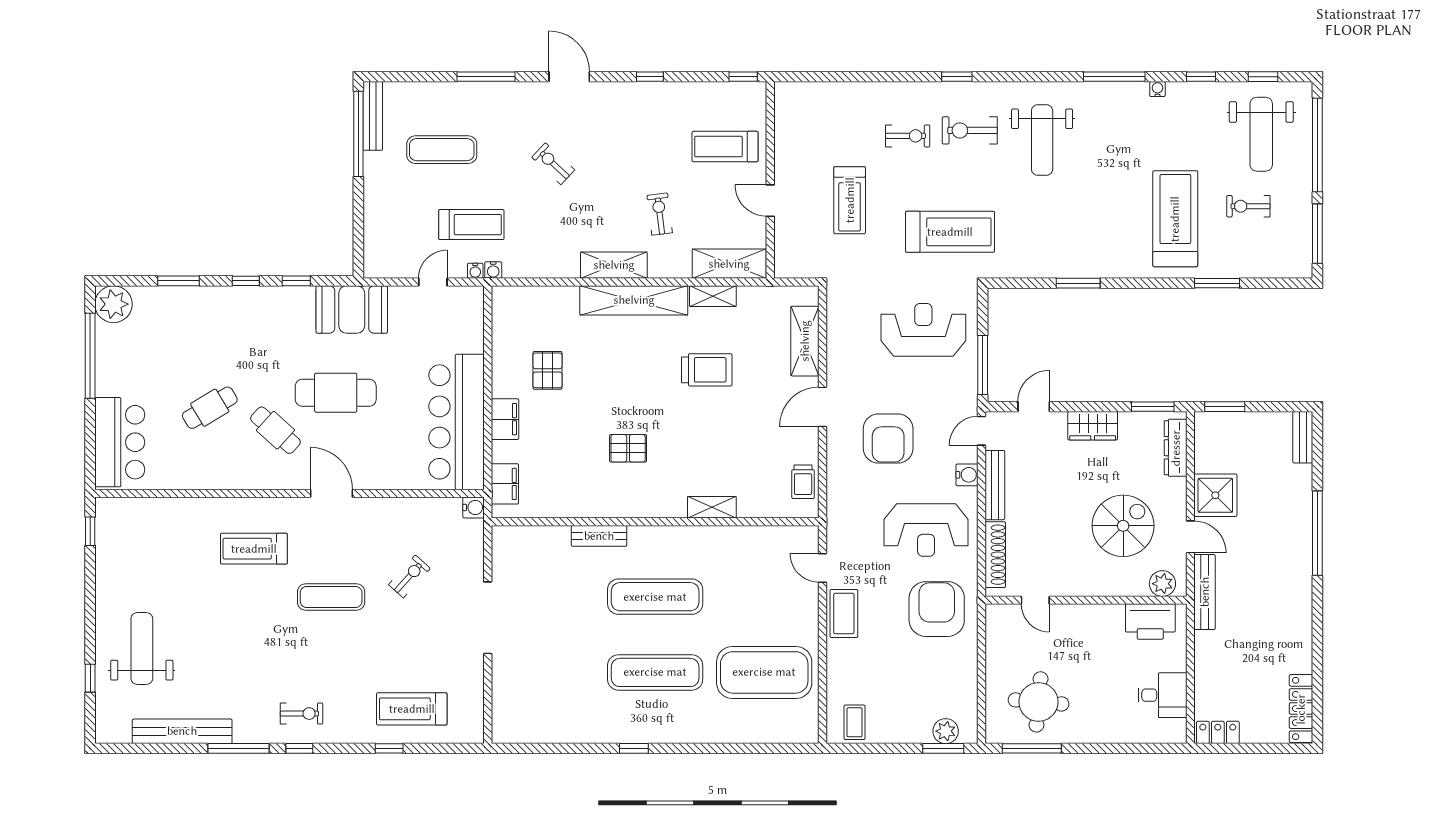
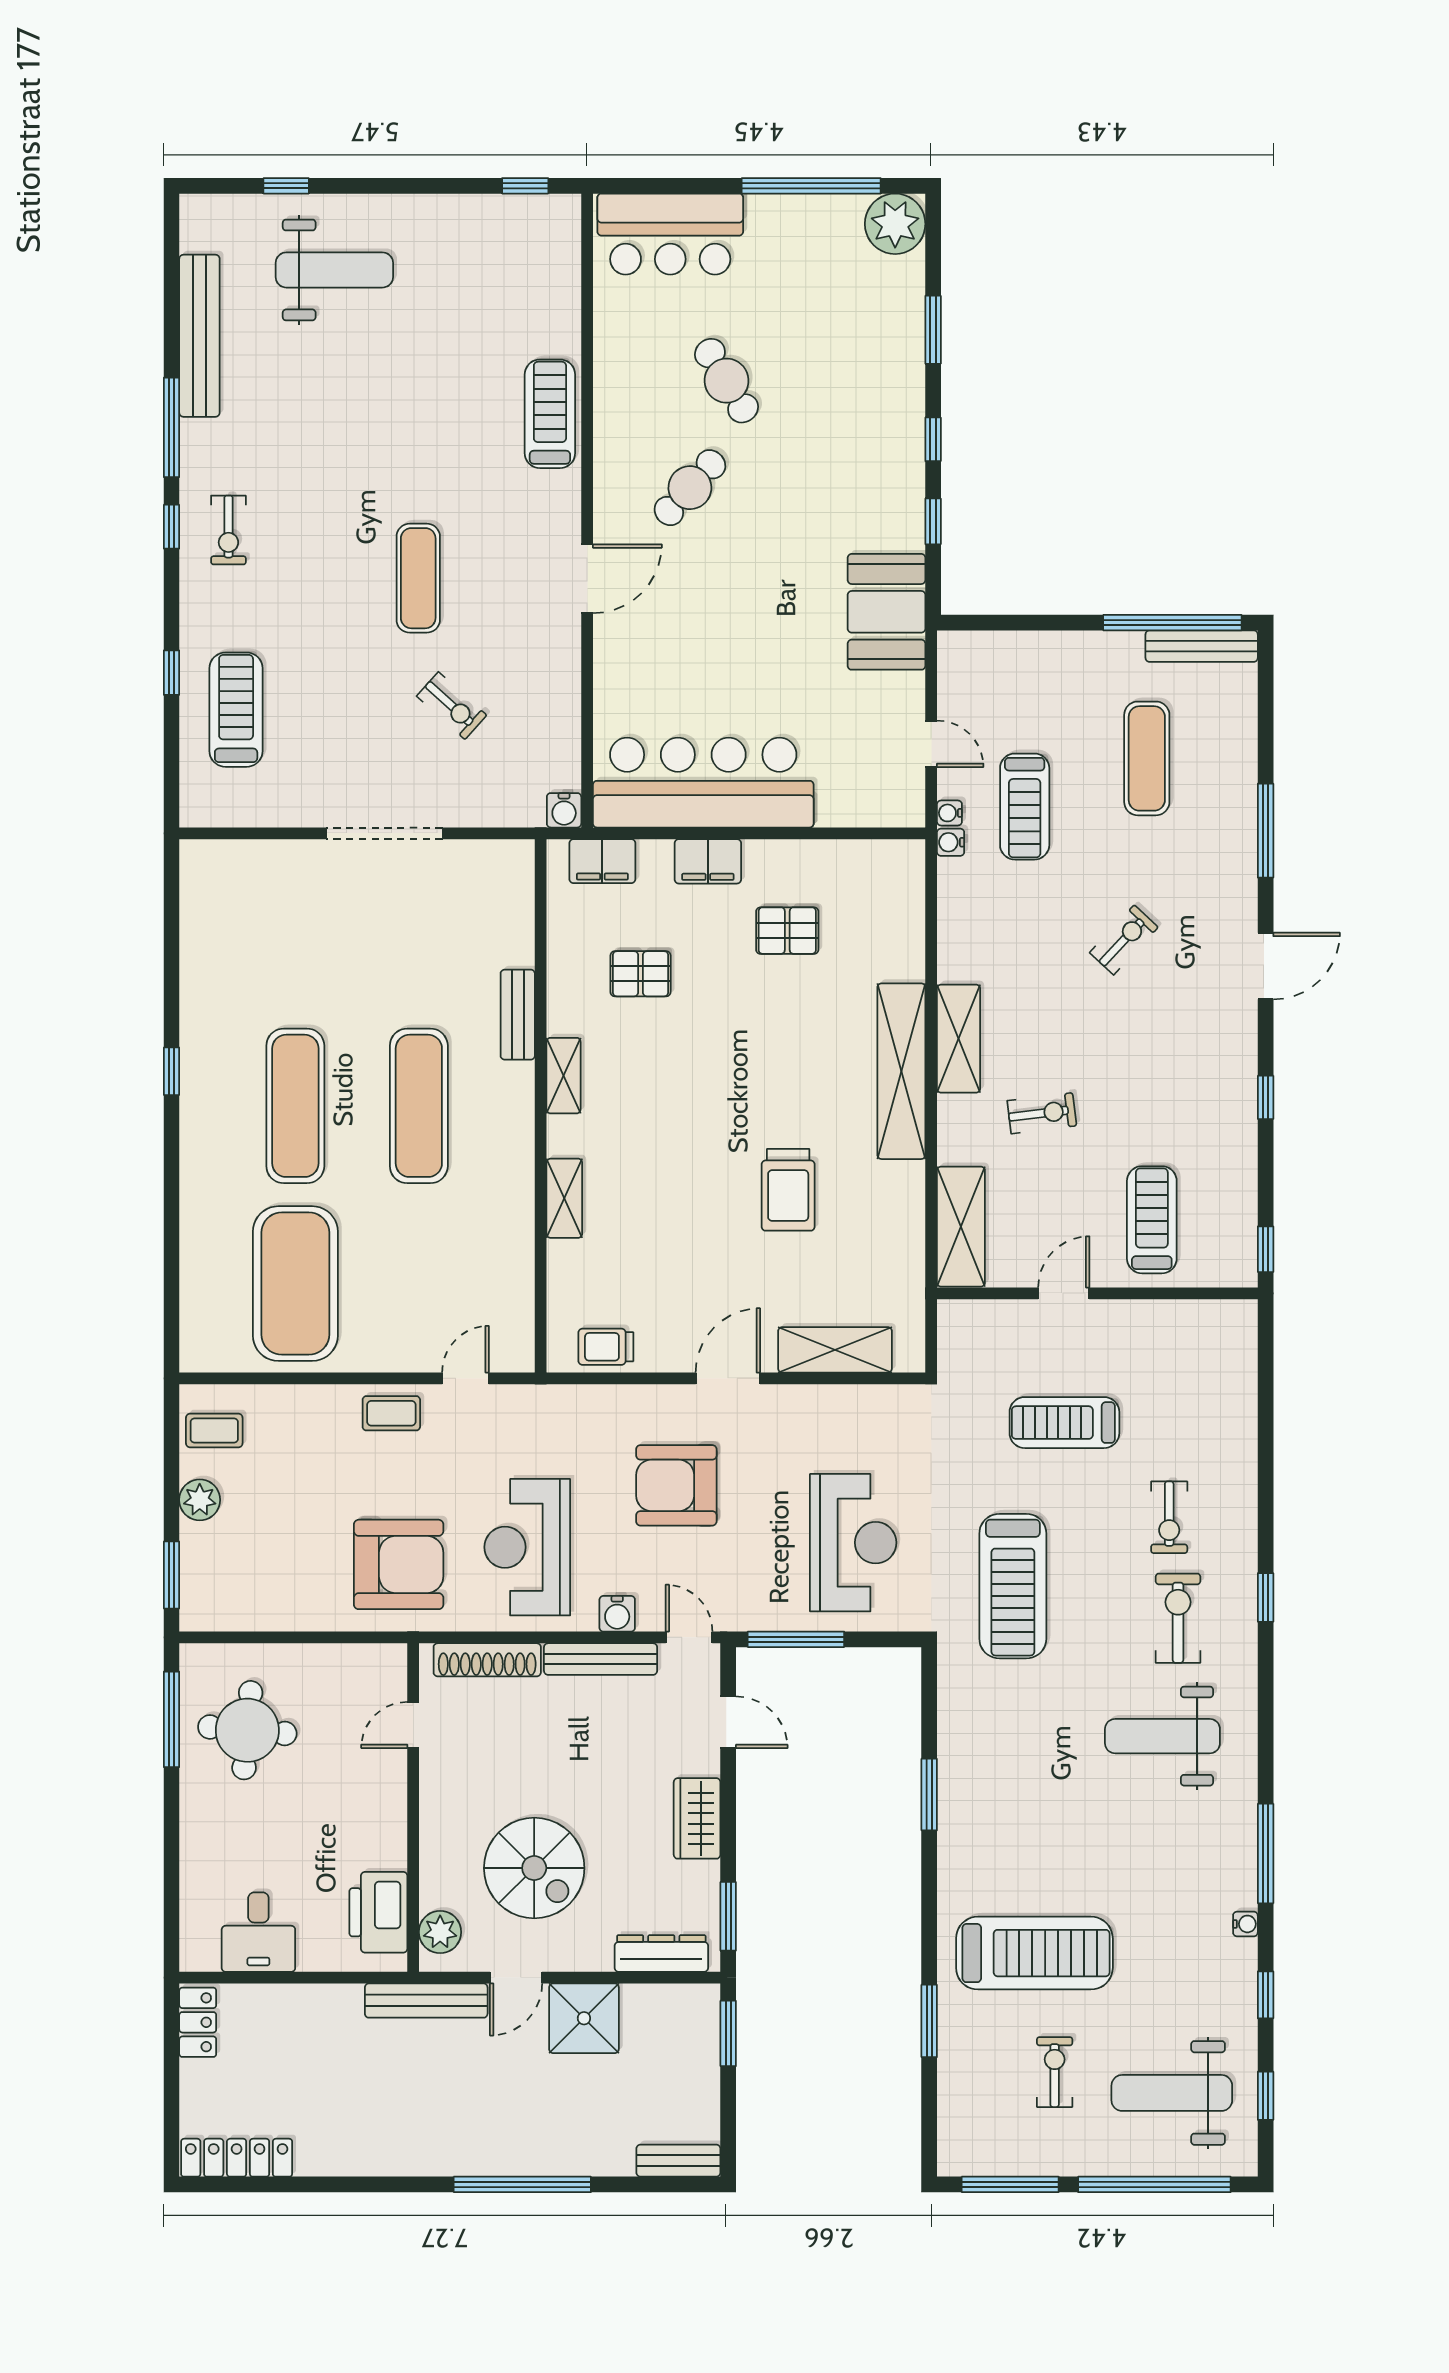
shelving: (713, 296) -> (564, 1076), moved
cafe table: (336, 393) -> (751, 586), removed
door: (822, 407) -> (728, 1378), hinge flipped
pallet: (628, 448) -> (640, 974), moved, turned 90
treadmill: (254, 549) -> (550, 414), moved
coffee table: (844, 613) -> (391, 1413), width x0.73, depth x0.77
plant: (946, 731) -> (200, 1500), moved

